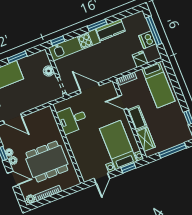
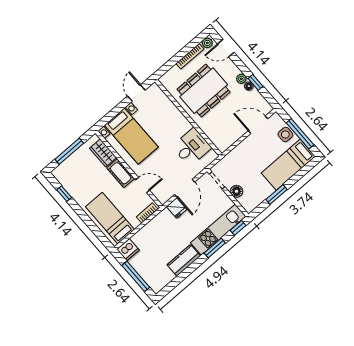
window: (97, 25) -> (215, 248), moved
dishwasher: (147, 40) -> (128, 250), moved, turned 90
fridge: (140, 59) -> (177, 208), moved
door: (90, 88) -> (185, 188), hinge flipped
window: (128, 168) -> (111, 115), removed
door: (13, 179) -> (226, 48), moved

